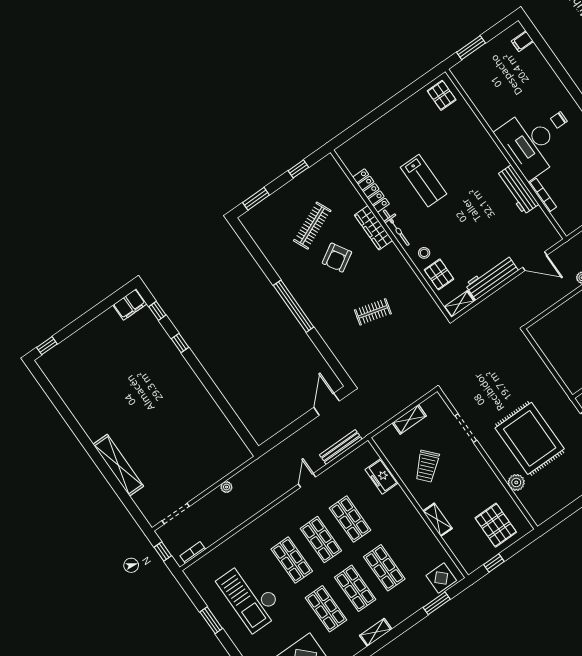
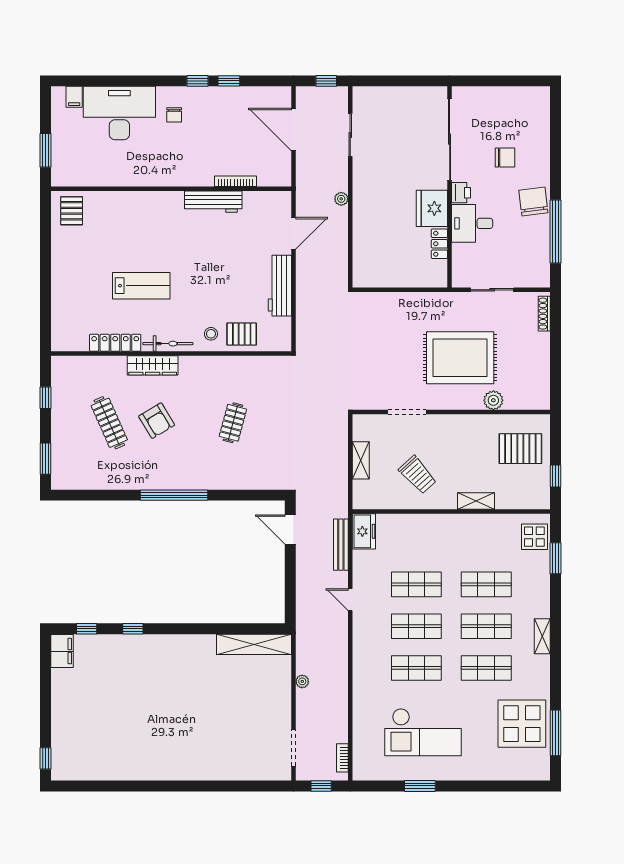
pallet: (442, 95) -> (72, 211), turned 90
desk: (529, 144) -> (119, 113), moved, turned 180
shelving: (459, 304) -> (284, 334), removed
shelving: (118, 465) -> (254, 644), moved
freezer: (382, 476) -> (364, 531), moved, turned -90

